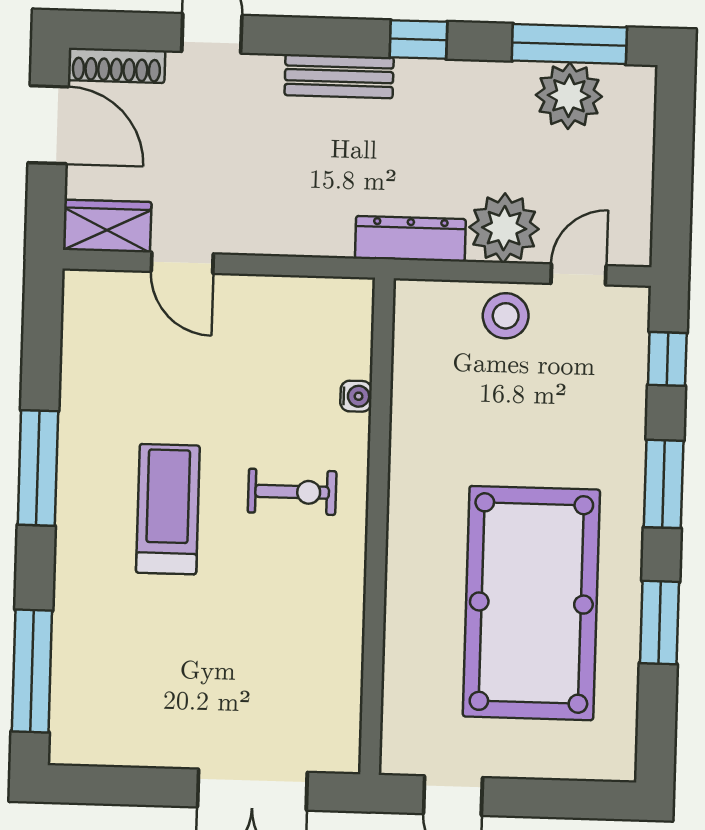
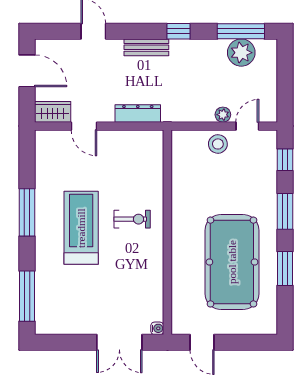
shoe rack: (117, 65) -> (54, 46), removed
plant: (504, 228) -> (223, 115), width x0.53, depth x0.53
dresser: (410, 239) -> (138, 113), moved
water cooler: (356, 396) -> (157, 328), moved
treadmill: (168, 509) -> (81, 228), width x1.37, depth x1.38

